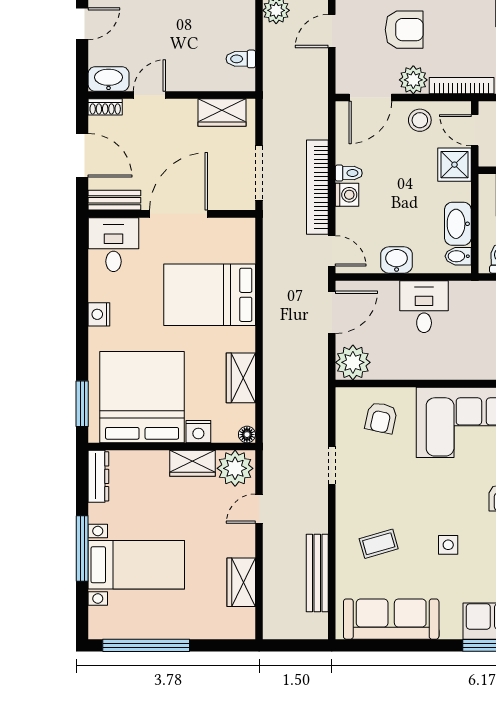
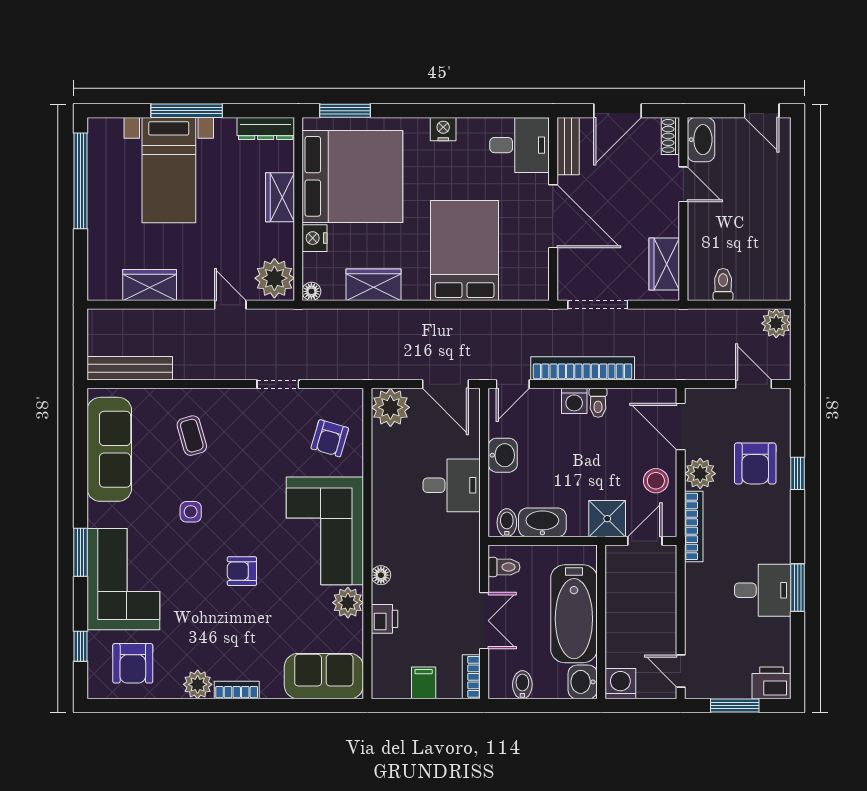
armchair: (381, 418) -> (330, 438), turned -86
wardrobe: (192, 463) -> (280, 197), moved
bench: (317, 573) -> (130, 368), moved

